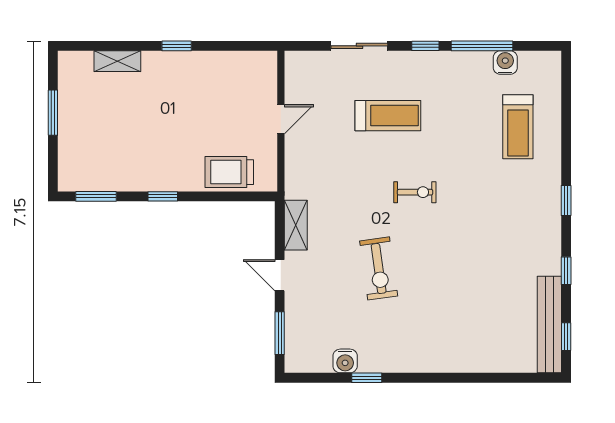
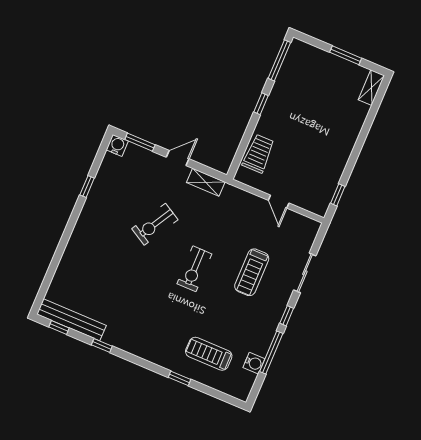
window: (177, 46) -> (338, 195), moved
shelving: (117, 61) -> (371, 88), moved
exercise bike: (415, 192) -> (194, 269), width x1.38, depth x1.39
window: (96, 196) -> (279, 60), width x1.44
window: (566, 201) -> (180, 378), moved
exercise bike: (379, 268) -> (155, 224), turned -52
water cooler: (345, 361) -> (117, 145), moved, turned 90

